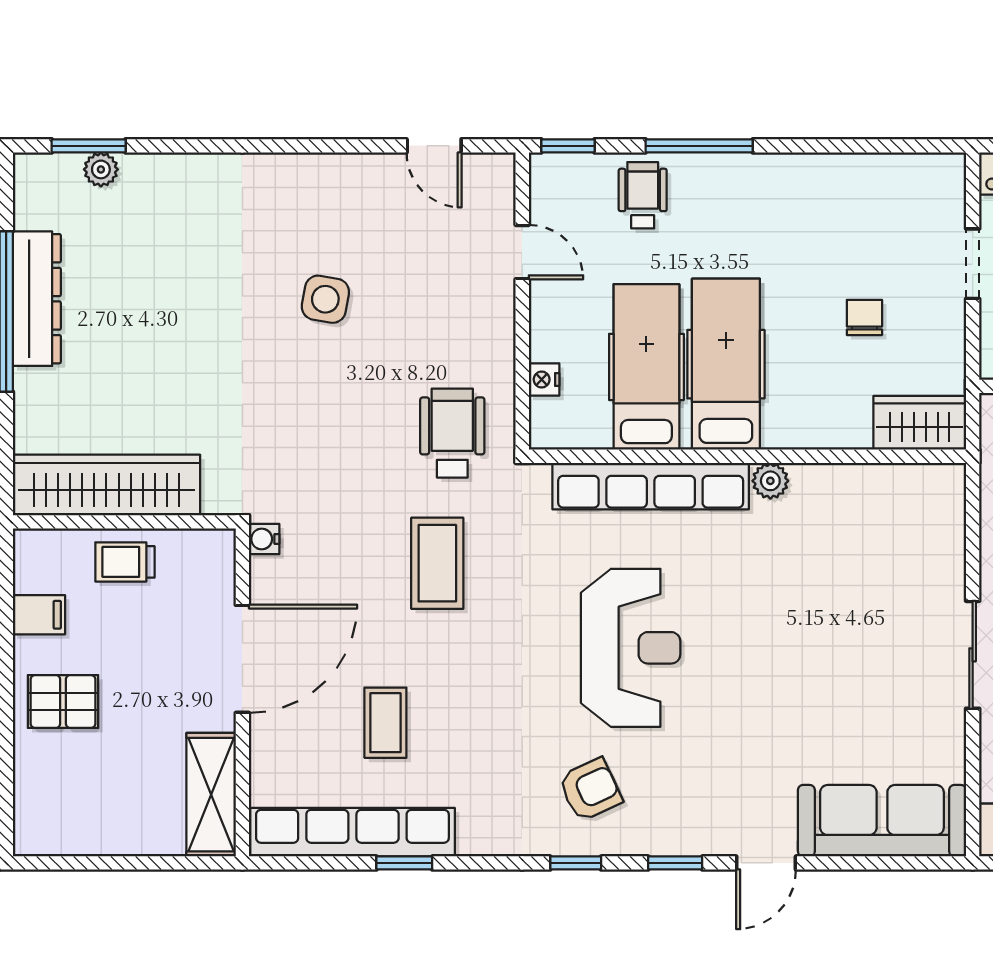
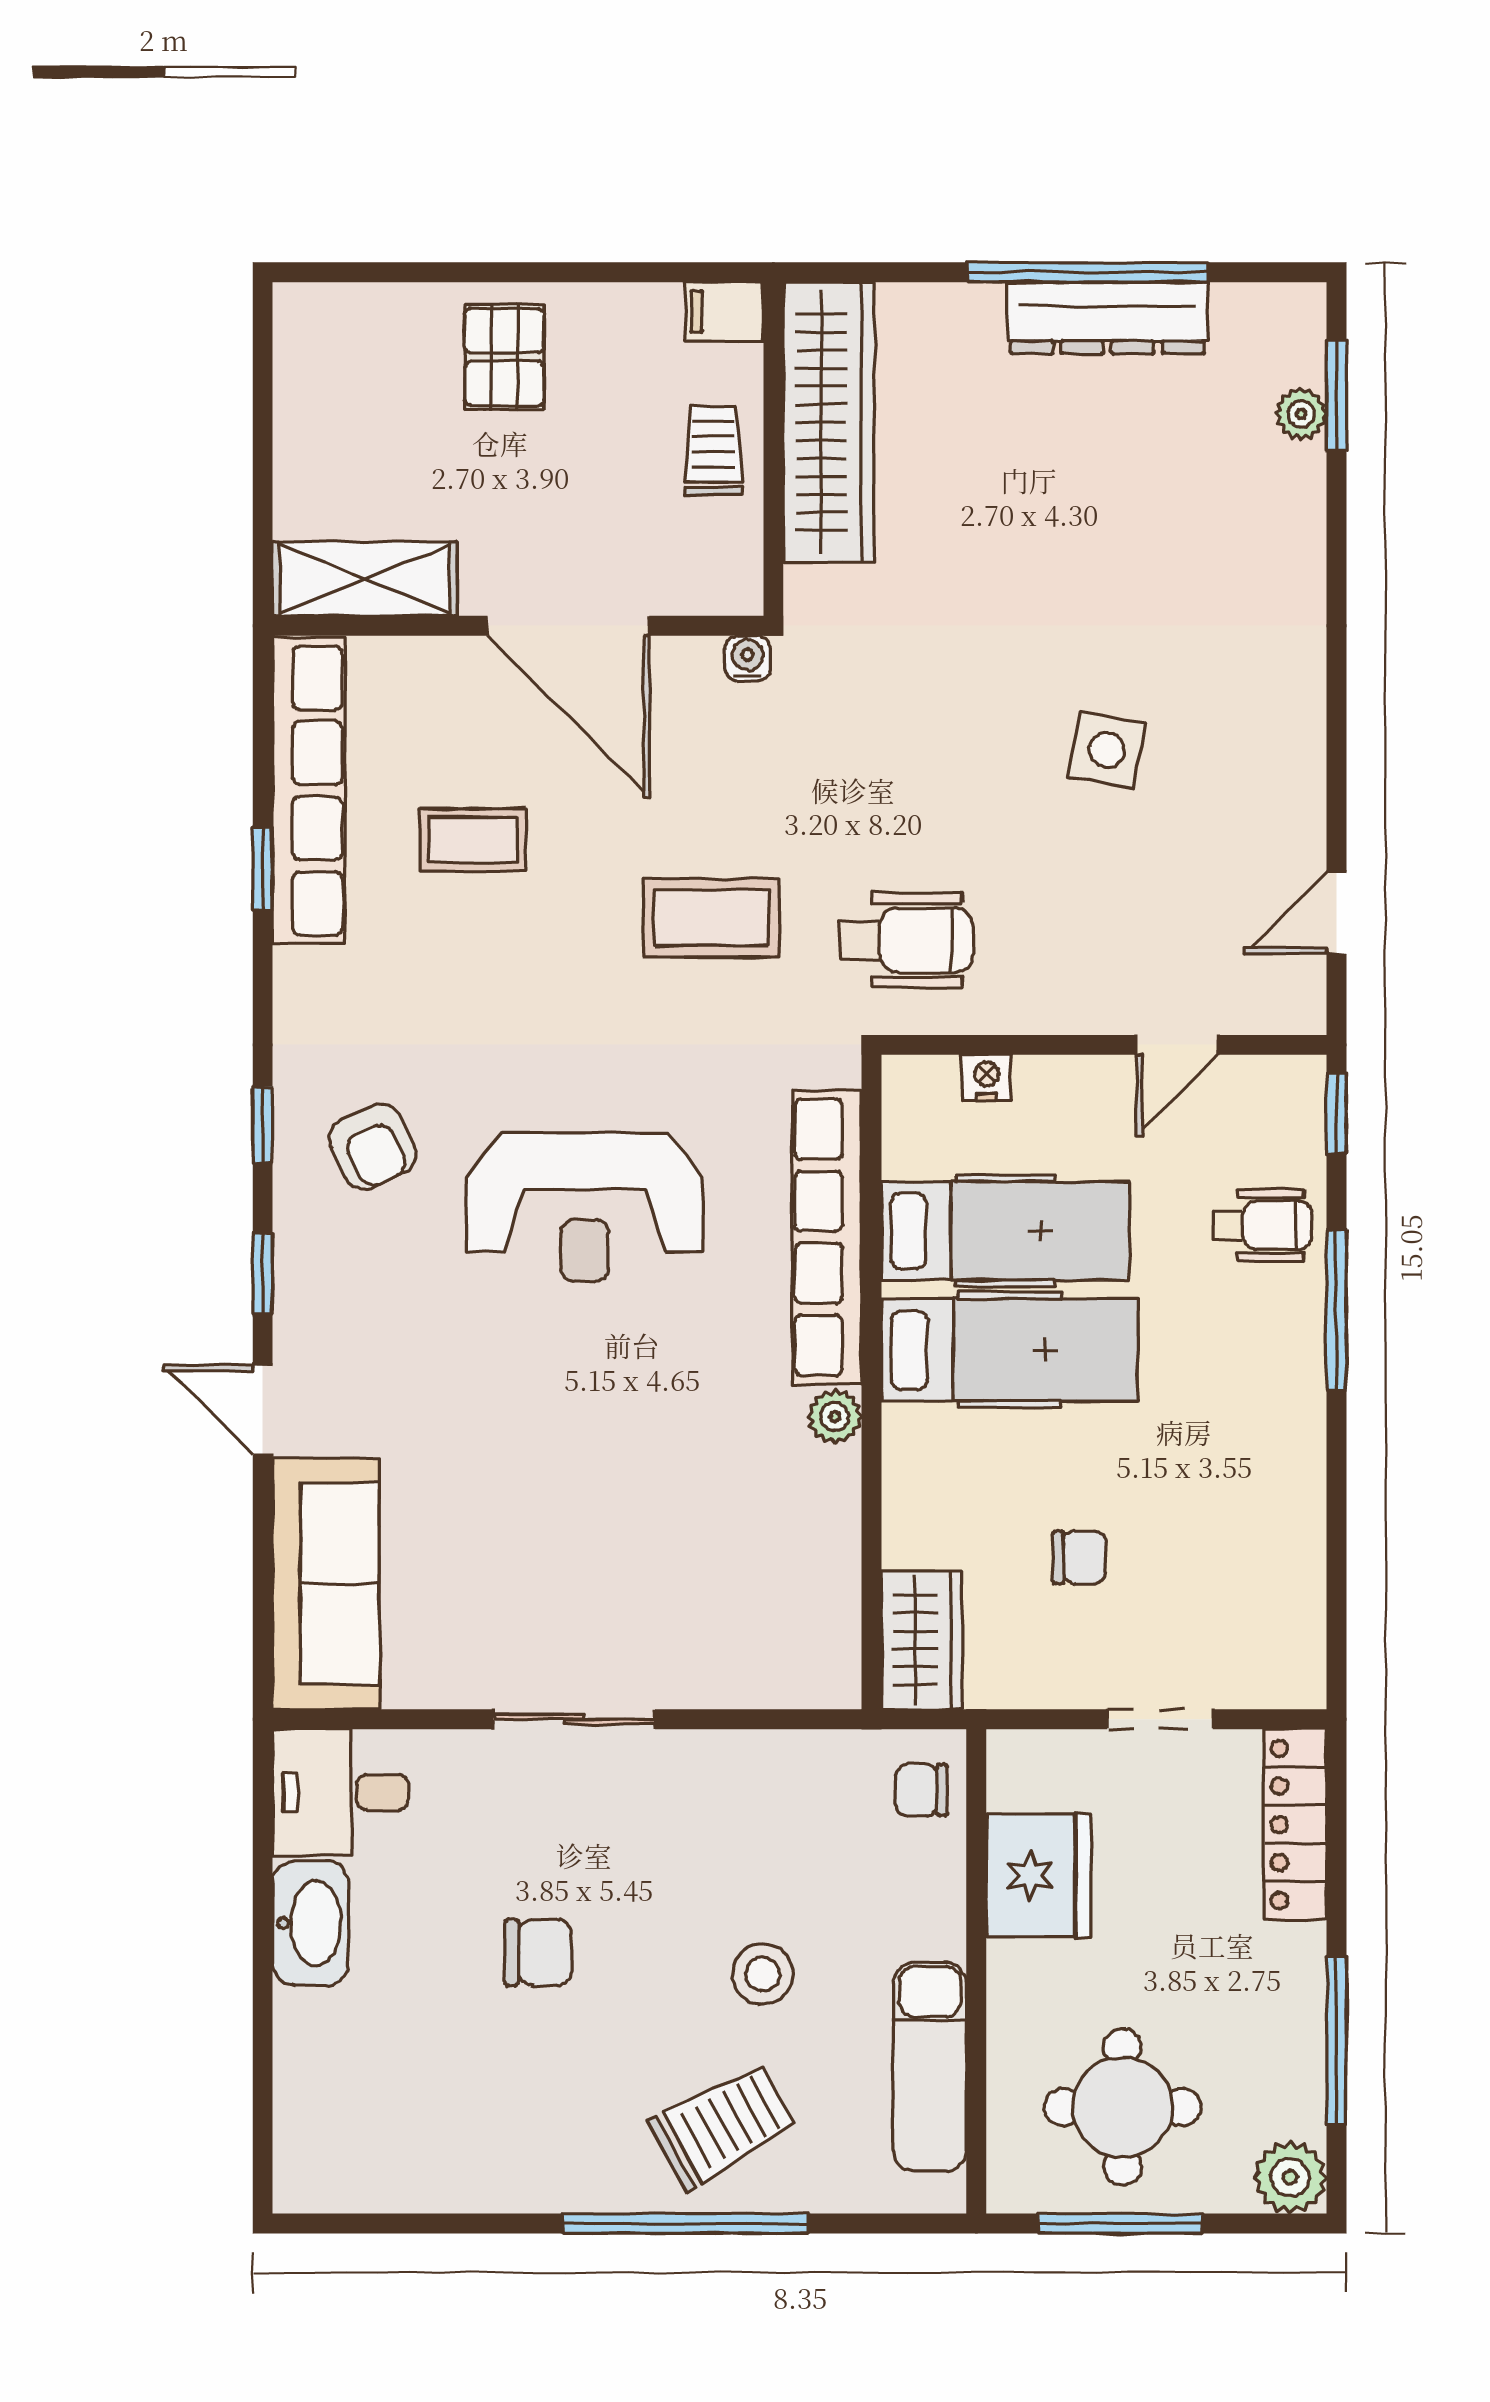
filing cabinet: (39, 615) -> (724, 311), moved, turned 90

